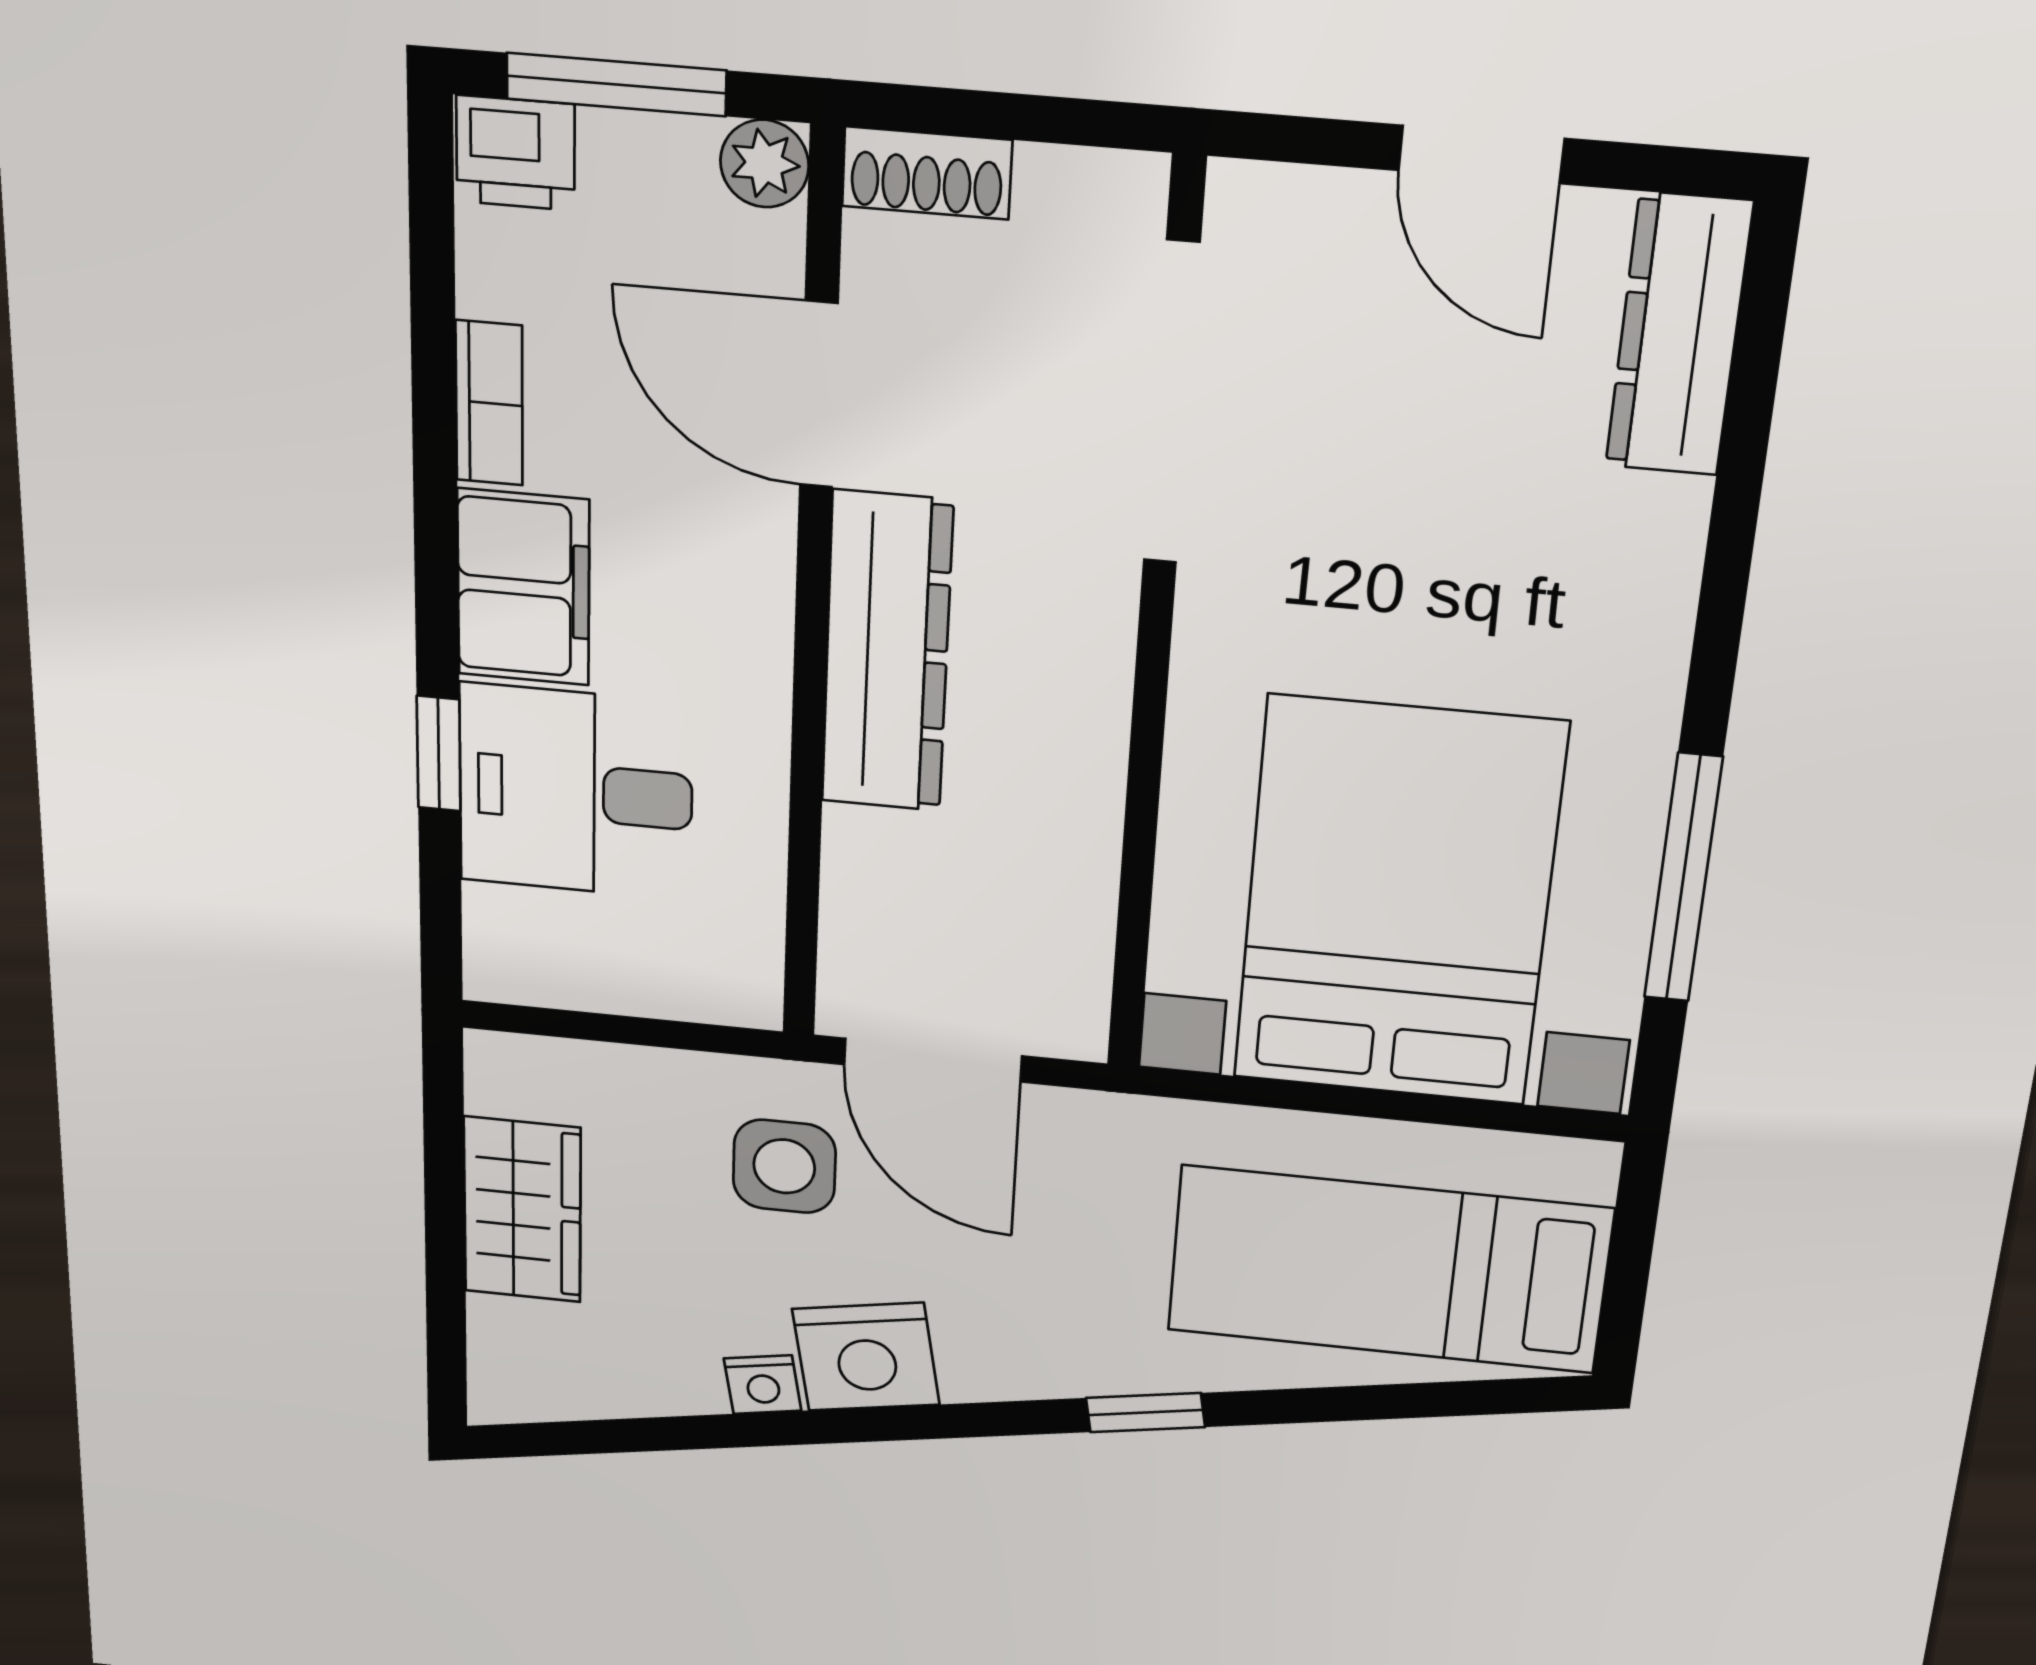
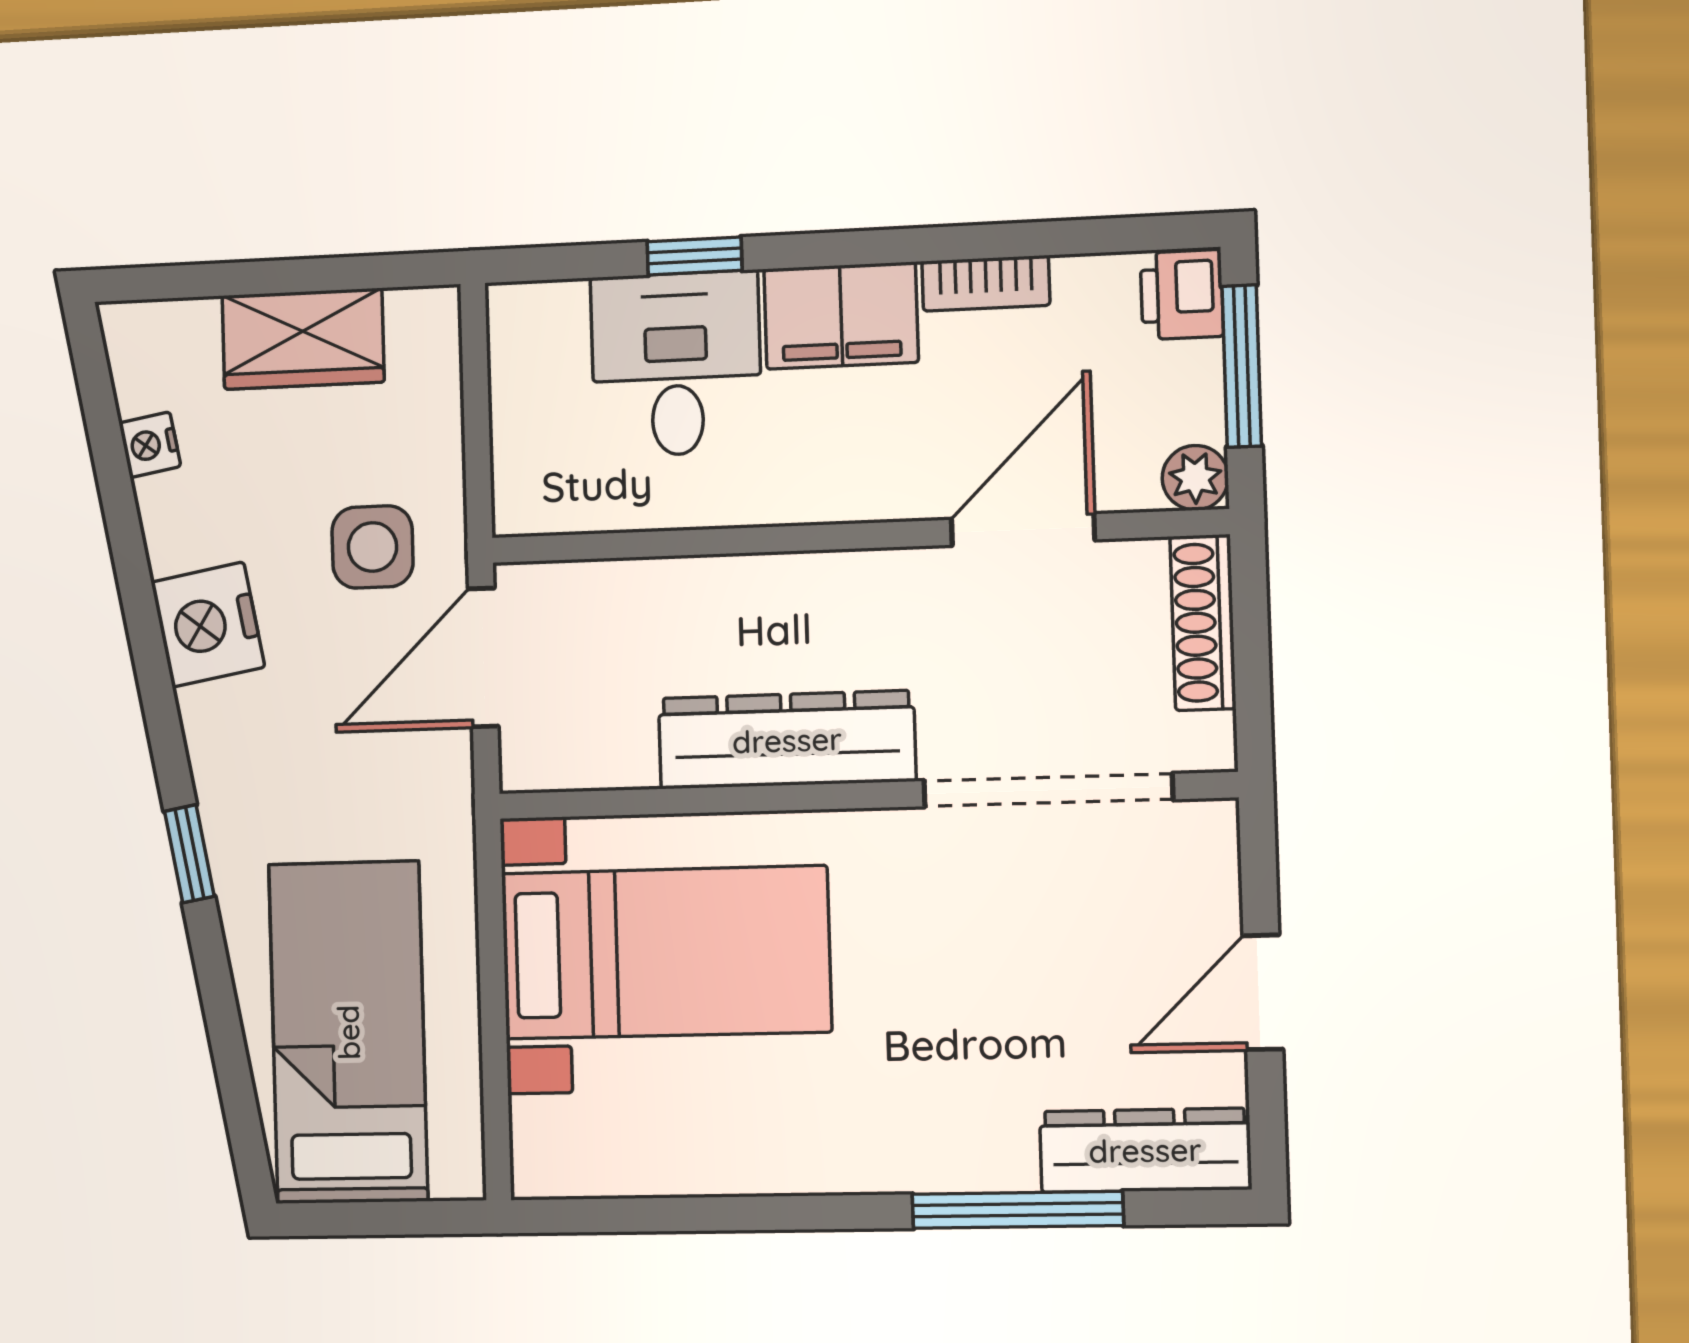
shoe rack: (927, 173) -> (1203, 623), width x1.43
dresser: (887, 653) -> (787, 740), moved, turned 180
window: (1683, 878) -> (1018, 1210), moved
bed with nightstands: (1398, 903) -> (666, 952), width x0.73
nightstand: (763, 1385) -> (150, 445), moved

